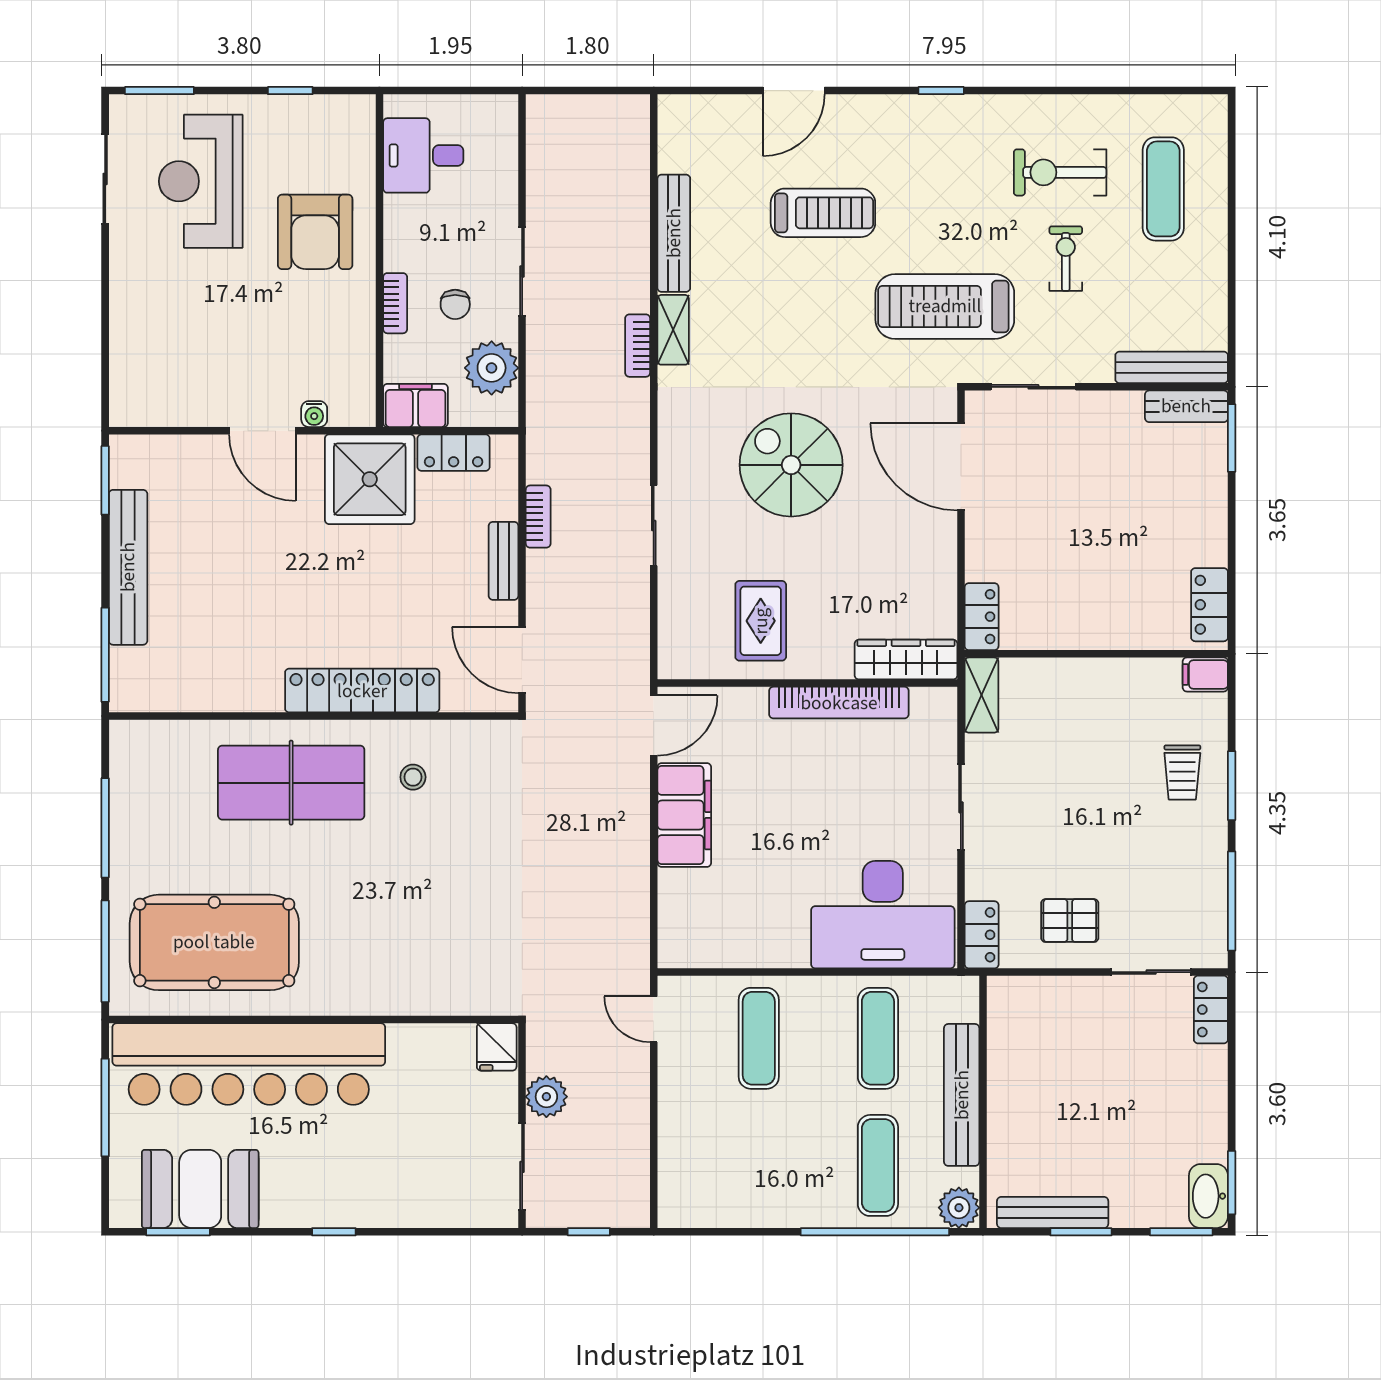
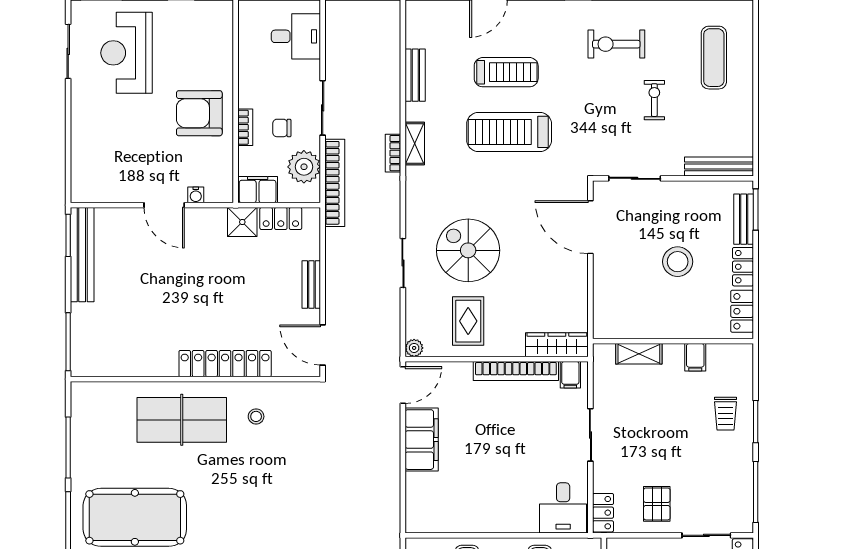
desk: (423, 155) -> (296, 36), moved, turned 180
exercise bike: (1060, 172) -> (616, 44), moved
armchair: (315, 232) -> (199, 113), moved, turned 90
bench: (674, 233) -> (415, 75), width x0.73
chair: (455, 304) -> (282, 128), turned 90
treadmill: (945, 306) -> (509, 132), moved
bench: (1186, 406) -> (744, 219), moved, turned 90
spiral stairs: (791, 465) -> (468, 250), moved
shower: (370, 479) -> (242, 222), width x0.54, depth x0.54
bookcase: (538, 517) -> (335, 183), moved, width x2.31, depth x1.31
stool: (1104, 523) -> (678, 262), added
bench: (128, 567) -> (82, 255), moved
locker: (982, 617) -> (743, 267), moved, turned 180
plant: (672, 665) -> (414, 348), added
filing cabinet: (1205, 674) -> (695, 357), moved, turned -90
shelving: (982, 695) -> (639, 354), moved, turned 90
filing cabinet: (928, 709) -> (570, 375), added
desk: (883, 915) -> (563, 508), width x0.53, depth x0.77
pallet: (1070, 921) -> (657, 504), turned 90

